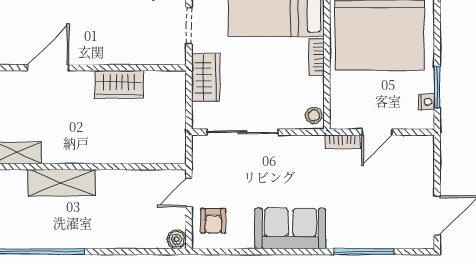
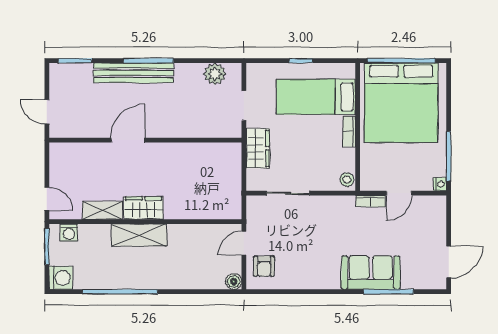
wardrobe: (119, 84) -> (144, 208), moved, turned 180
window: (437, 87) -> (449, 156), width x1.44
nightstand: (427, 102) -> (440, 184), moved
sliding door: (242, 132) -> (288, 193), width x0.73
sofa: (290, 228) -> (371, 273), moved

